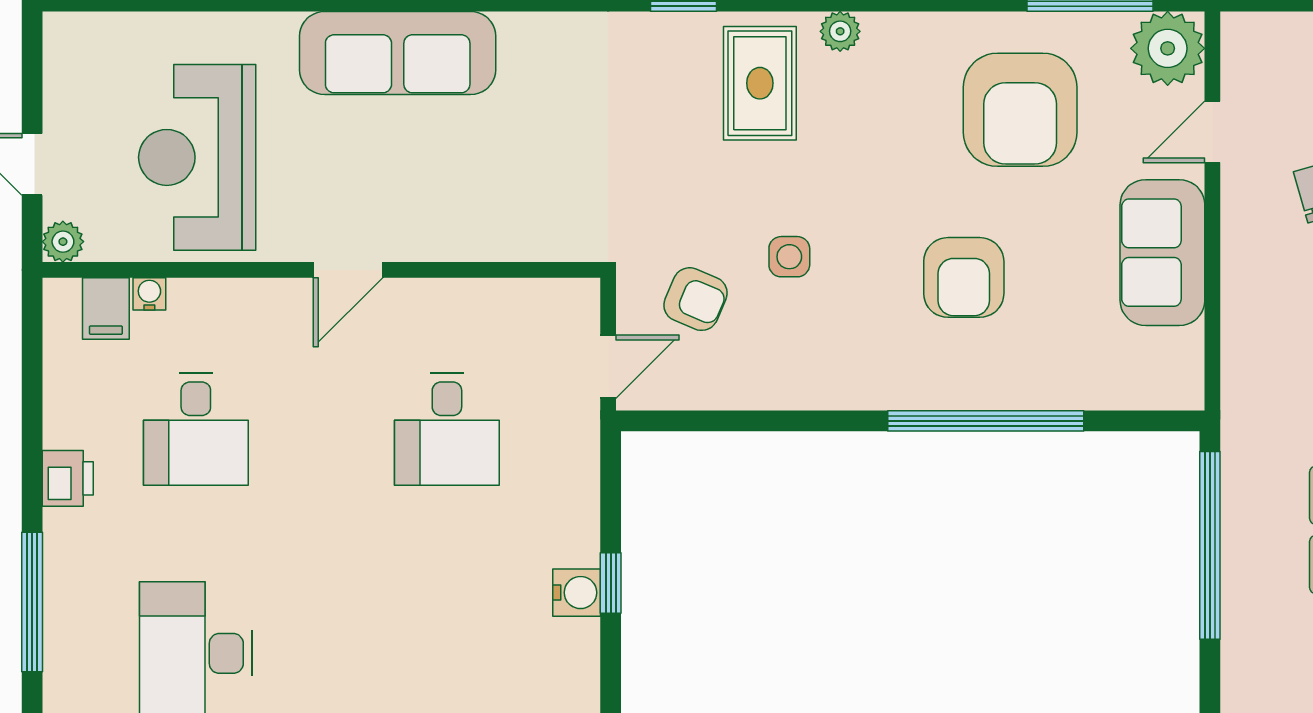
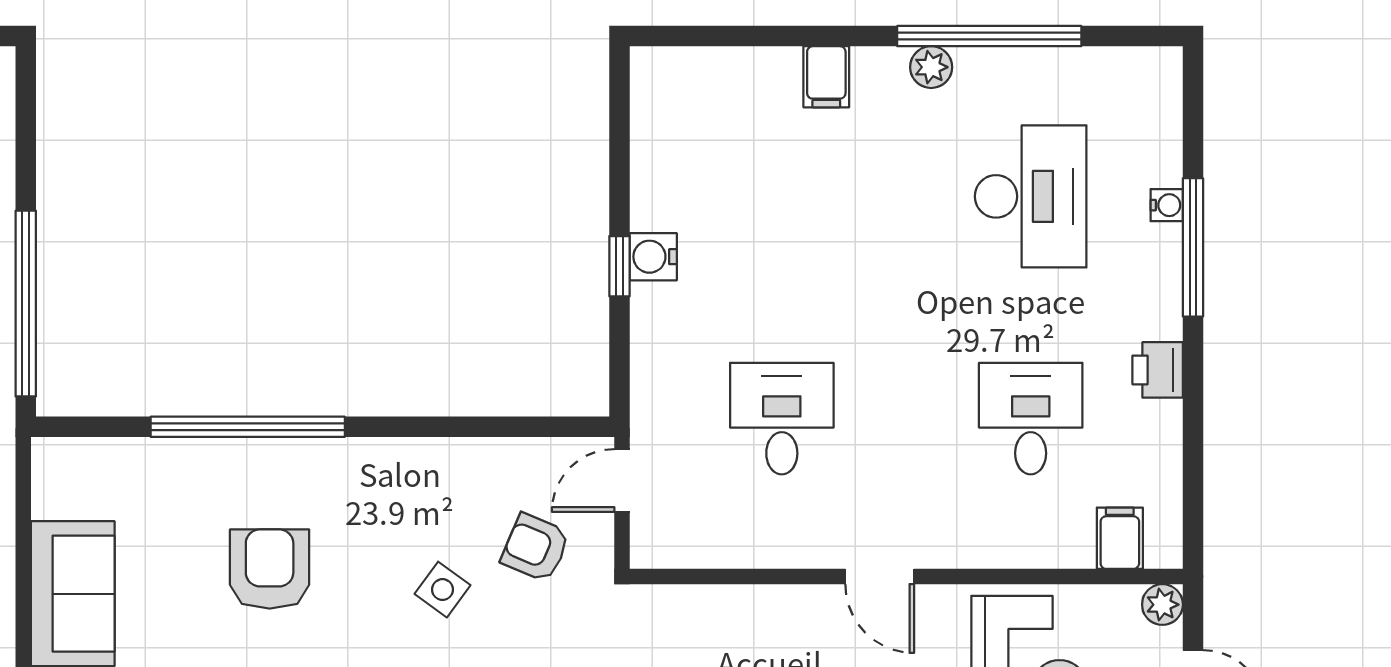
side table: (789, 257) -> (443, 590), turned 36
door: (348, 270) -> (880, 576), swing flipped
water cooler: (149, 294) -> (1167, 205), moved, turned -90

